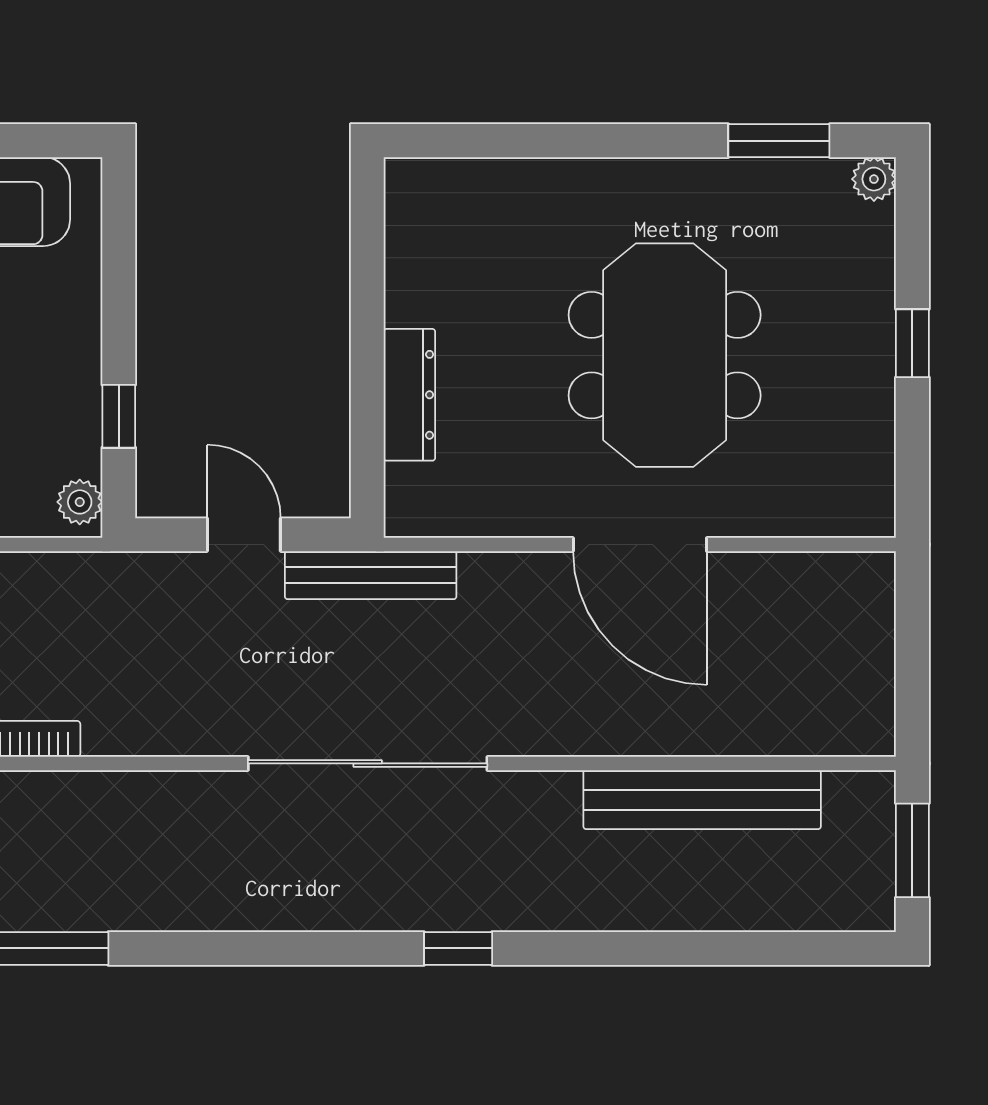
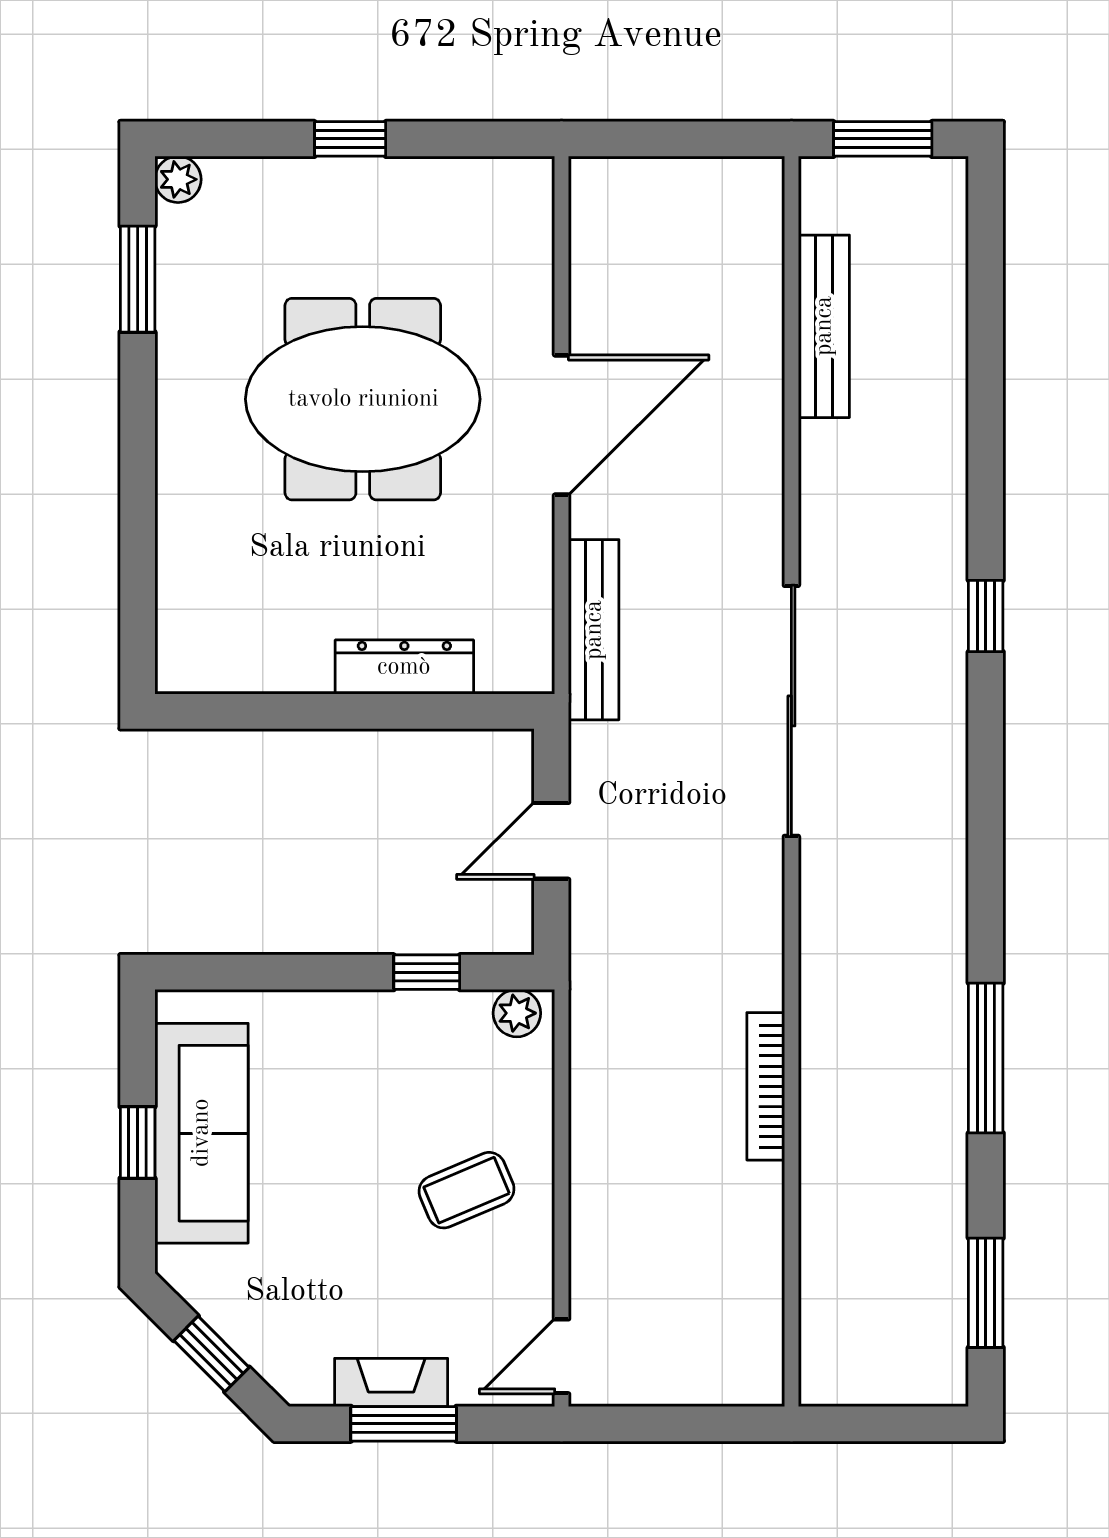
bench: (371, 575) -> (594, 630), moved
bench: (702, 800) -> (824, 326), width x0.73, depth x0.82

